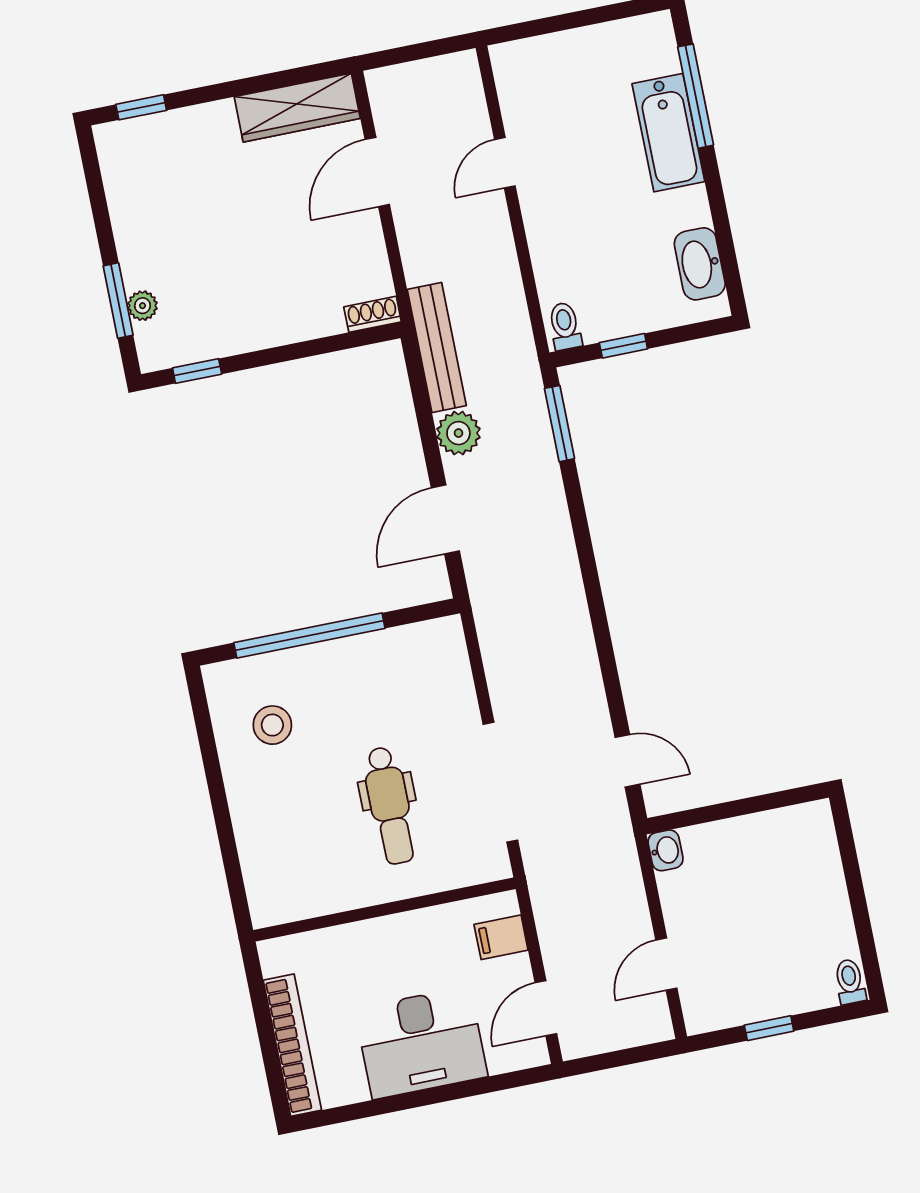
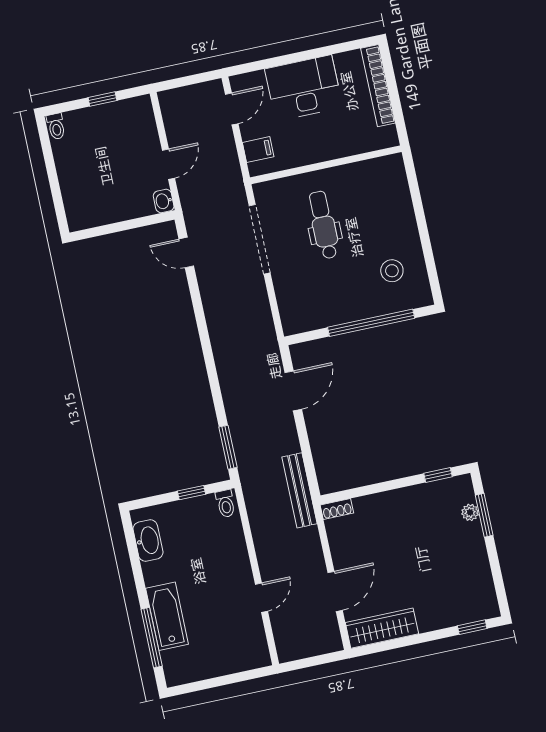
plant: (458, 433) -> (286, 441), removed
door: (666, 964) -> (168, 164), moved

